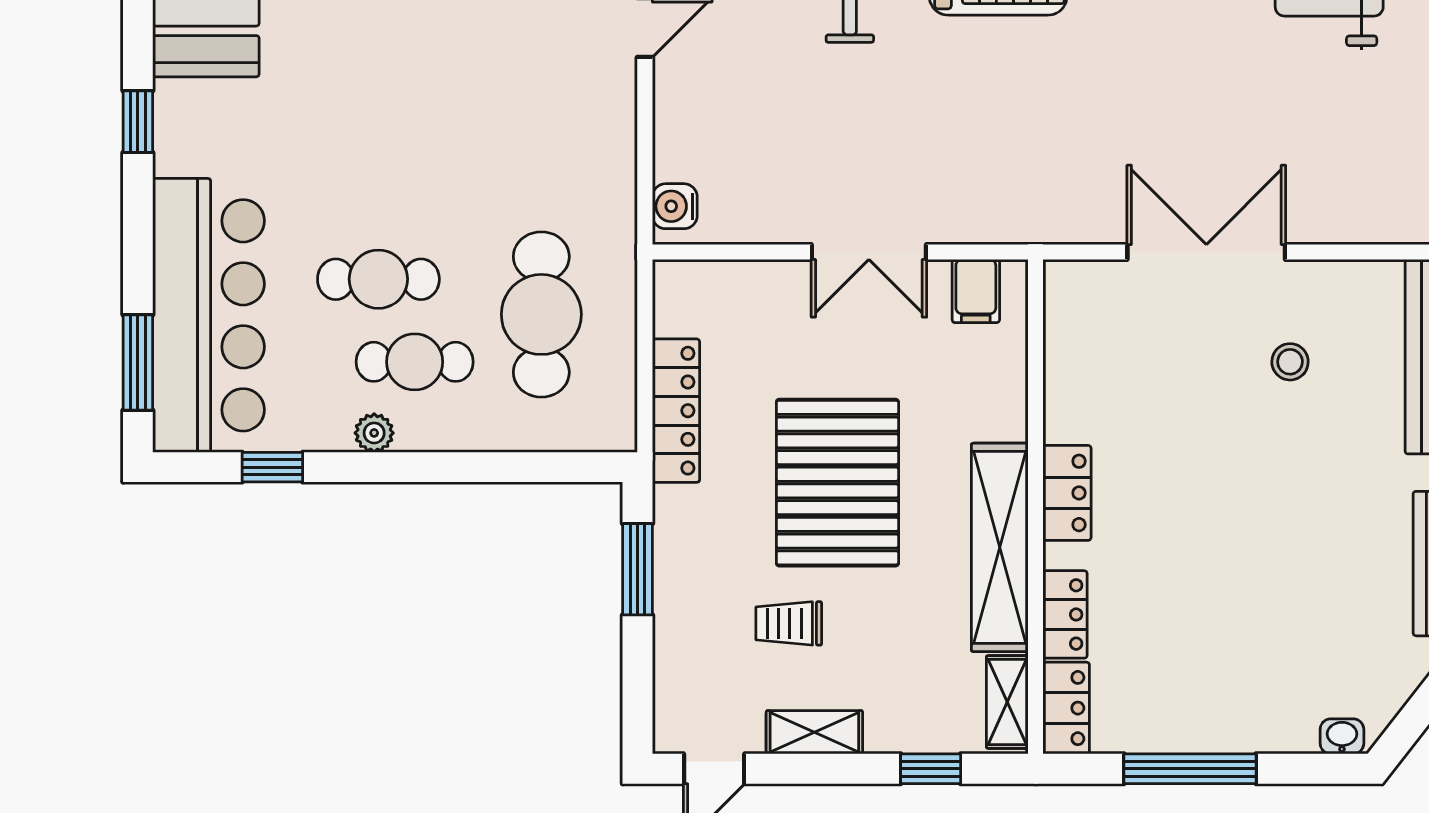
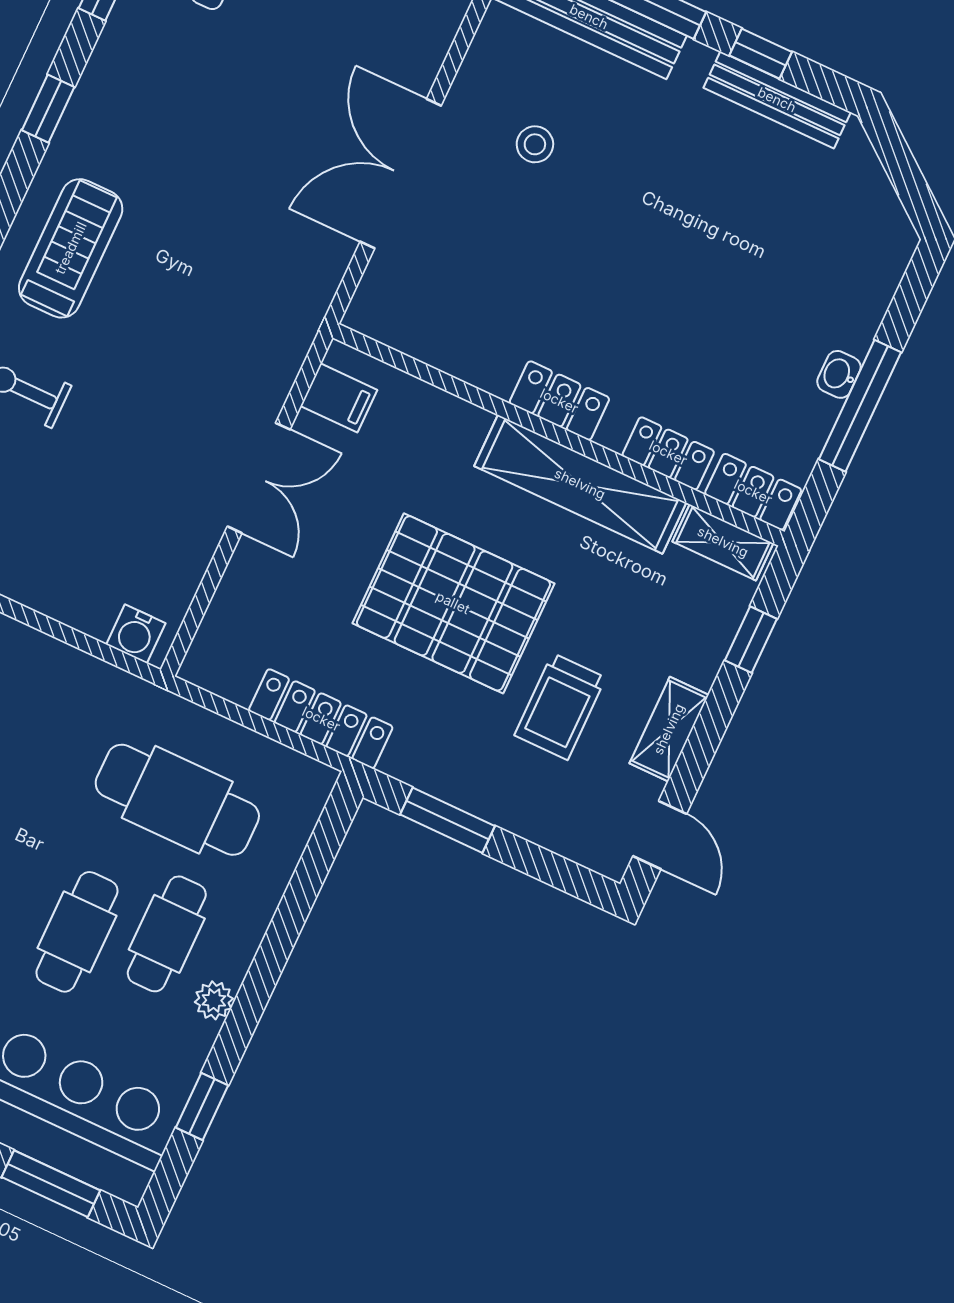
trolley: (789, 623) -> (560, 706), width x1.36, depth x1.39
washbasin: (1342, 736) -> (839, 374), moved

